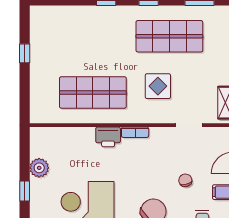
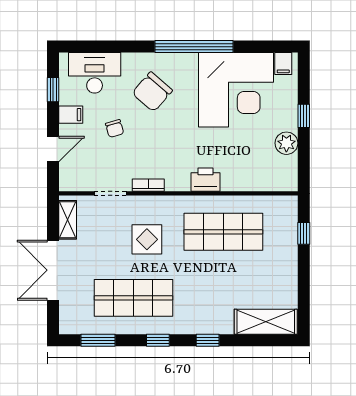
shelving: (57, 16) -> (266, 322), added
window: (25, 53) -> (304, 233), moved
bookcase: (135, 132) -> (148, 185), moved

